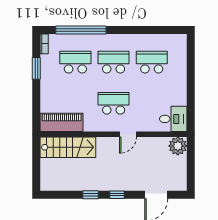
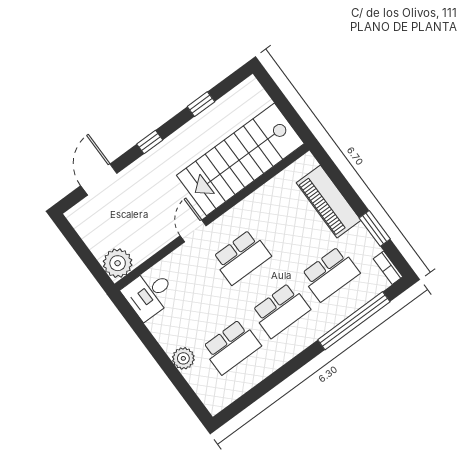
plant: (180, 74) -> (183, 358), added
piano: (62, 122) -> (329, 201), moved, turned 90
stairs: (68, 147) -> (240, 159), width x1.36, depth x1.51
window: (91, 195) -> (201, 104), moved

